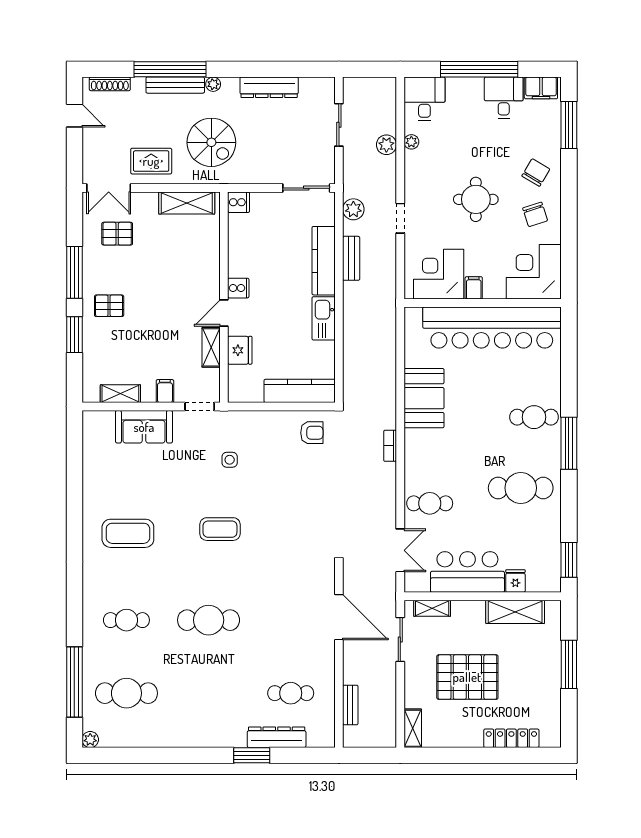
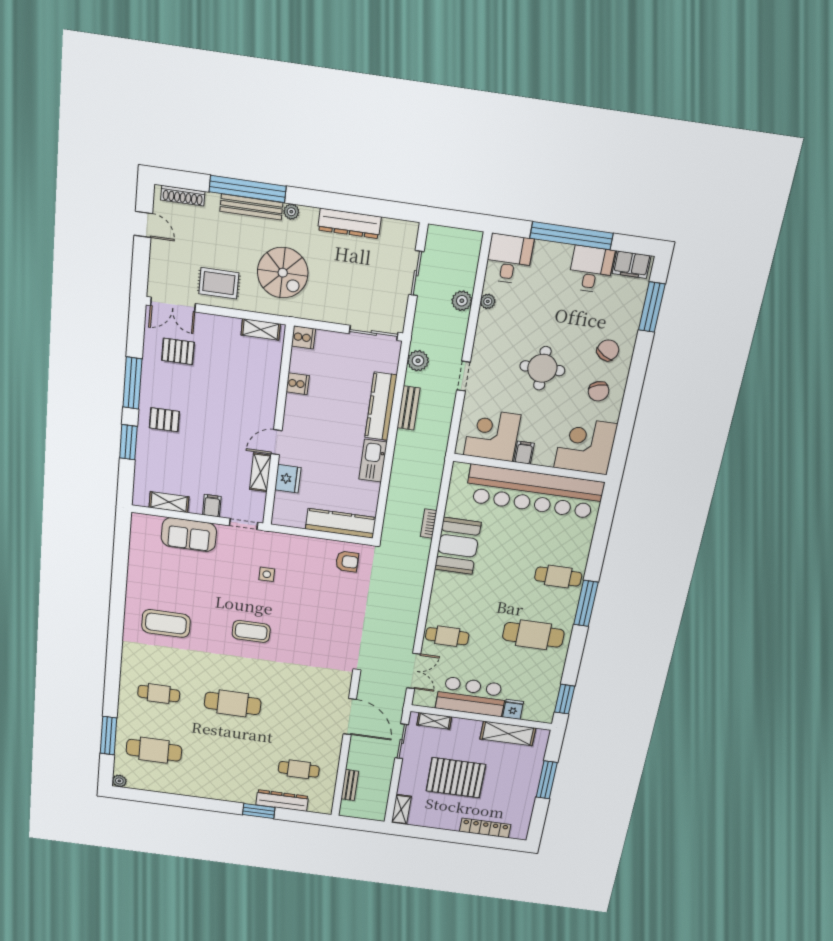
shelving: (187, 203) -> (261, 329), width x0.67, depth x0.75
cooker: (238, 288) -> (298, 384), moved
bookcase: (390, 446) -> (429, 524), moved
window: (74, 682) -> (108, 736), width x0.68

